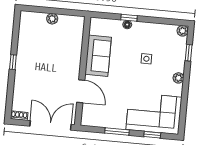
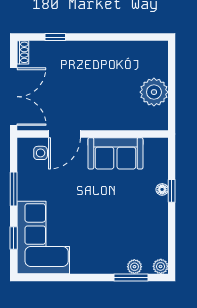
plant: (52, 19) -> (154, 92), width x1.88, depth x1.88
window: (189, 53) -> (131, 278), width x1.50
side table: (146, 59) -> (41, 153), moved
window: (13, 62) -> (55, 37), moved
plant: (178, 78) -> (134, 267), moved

